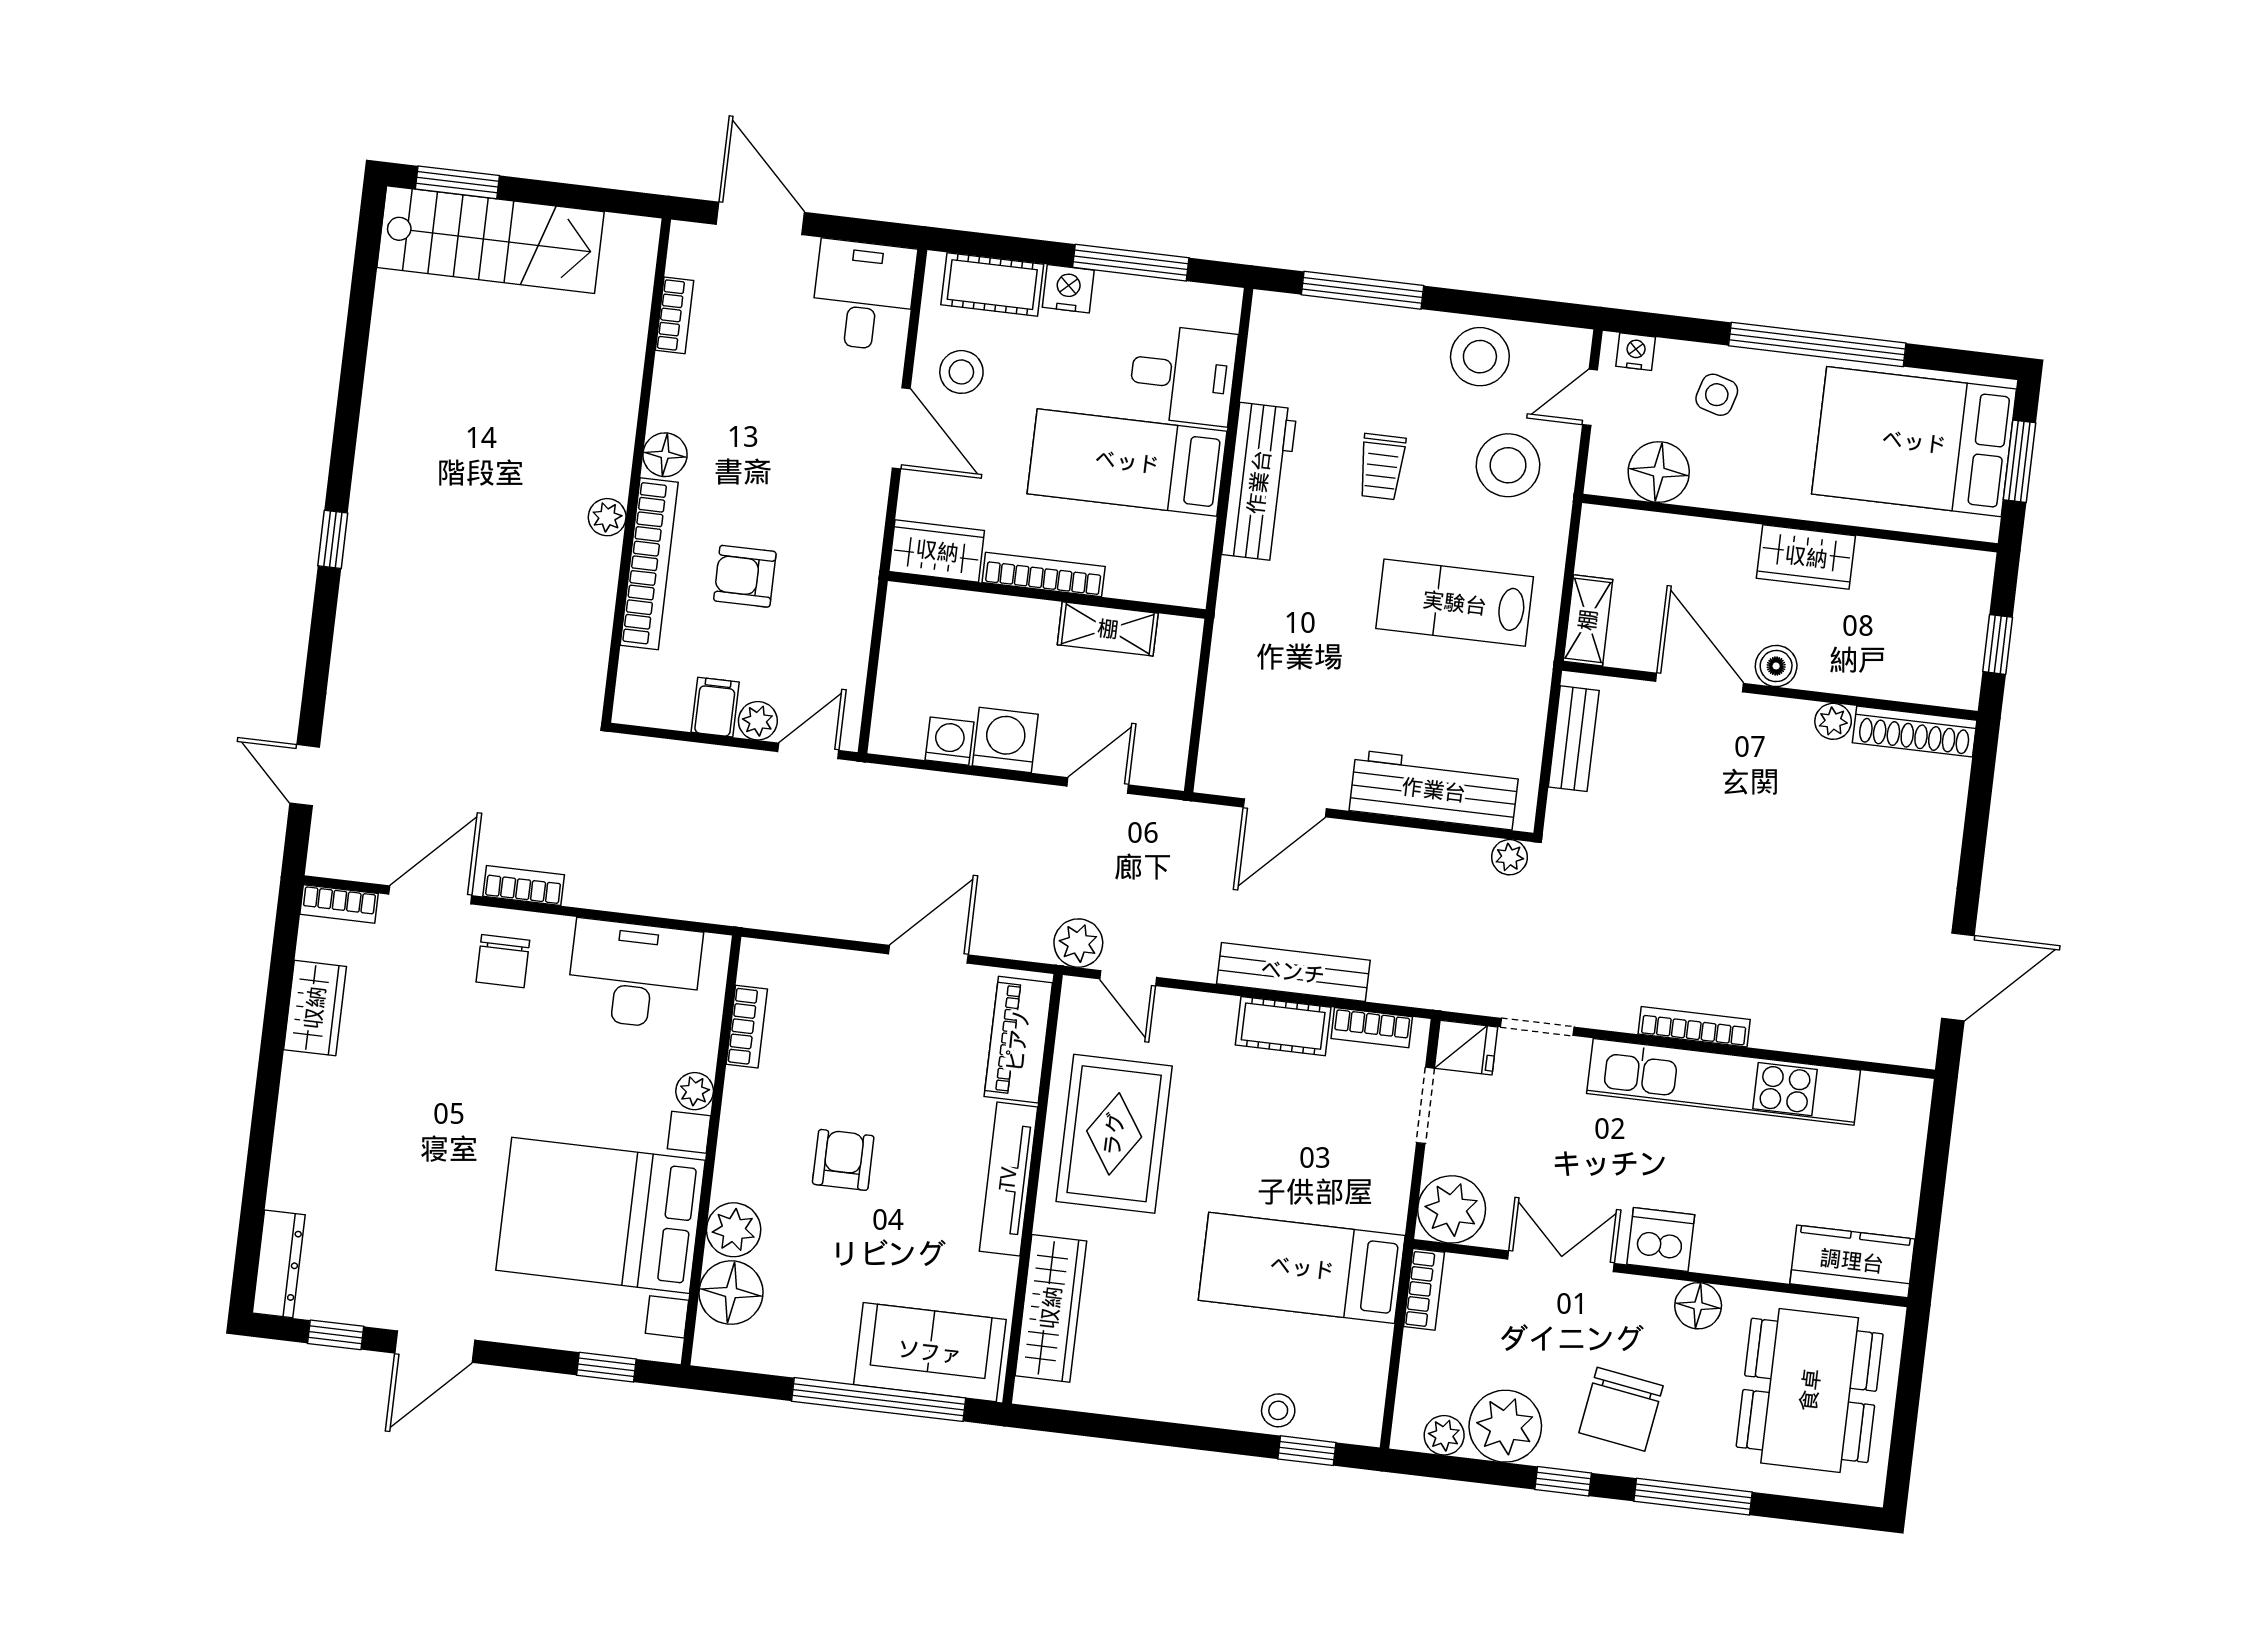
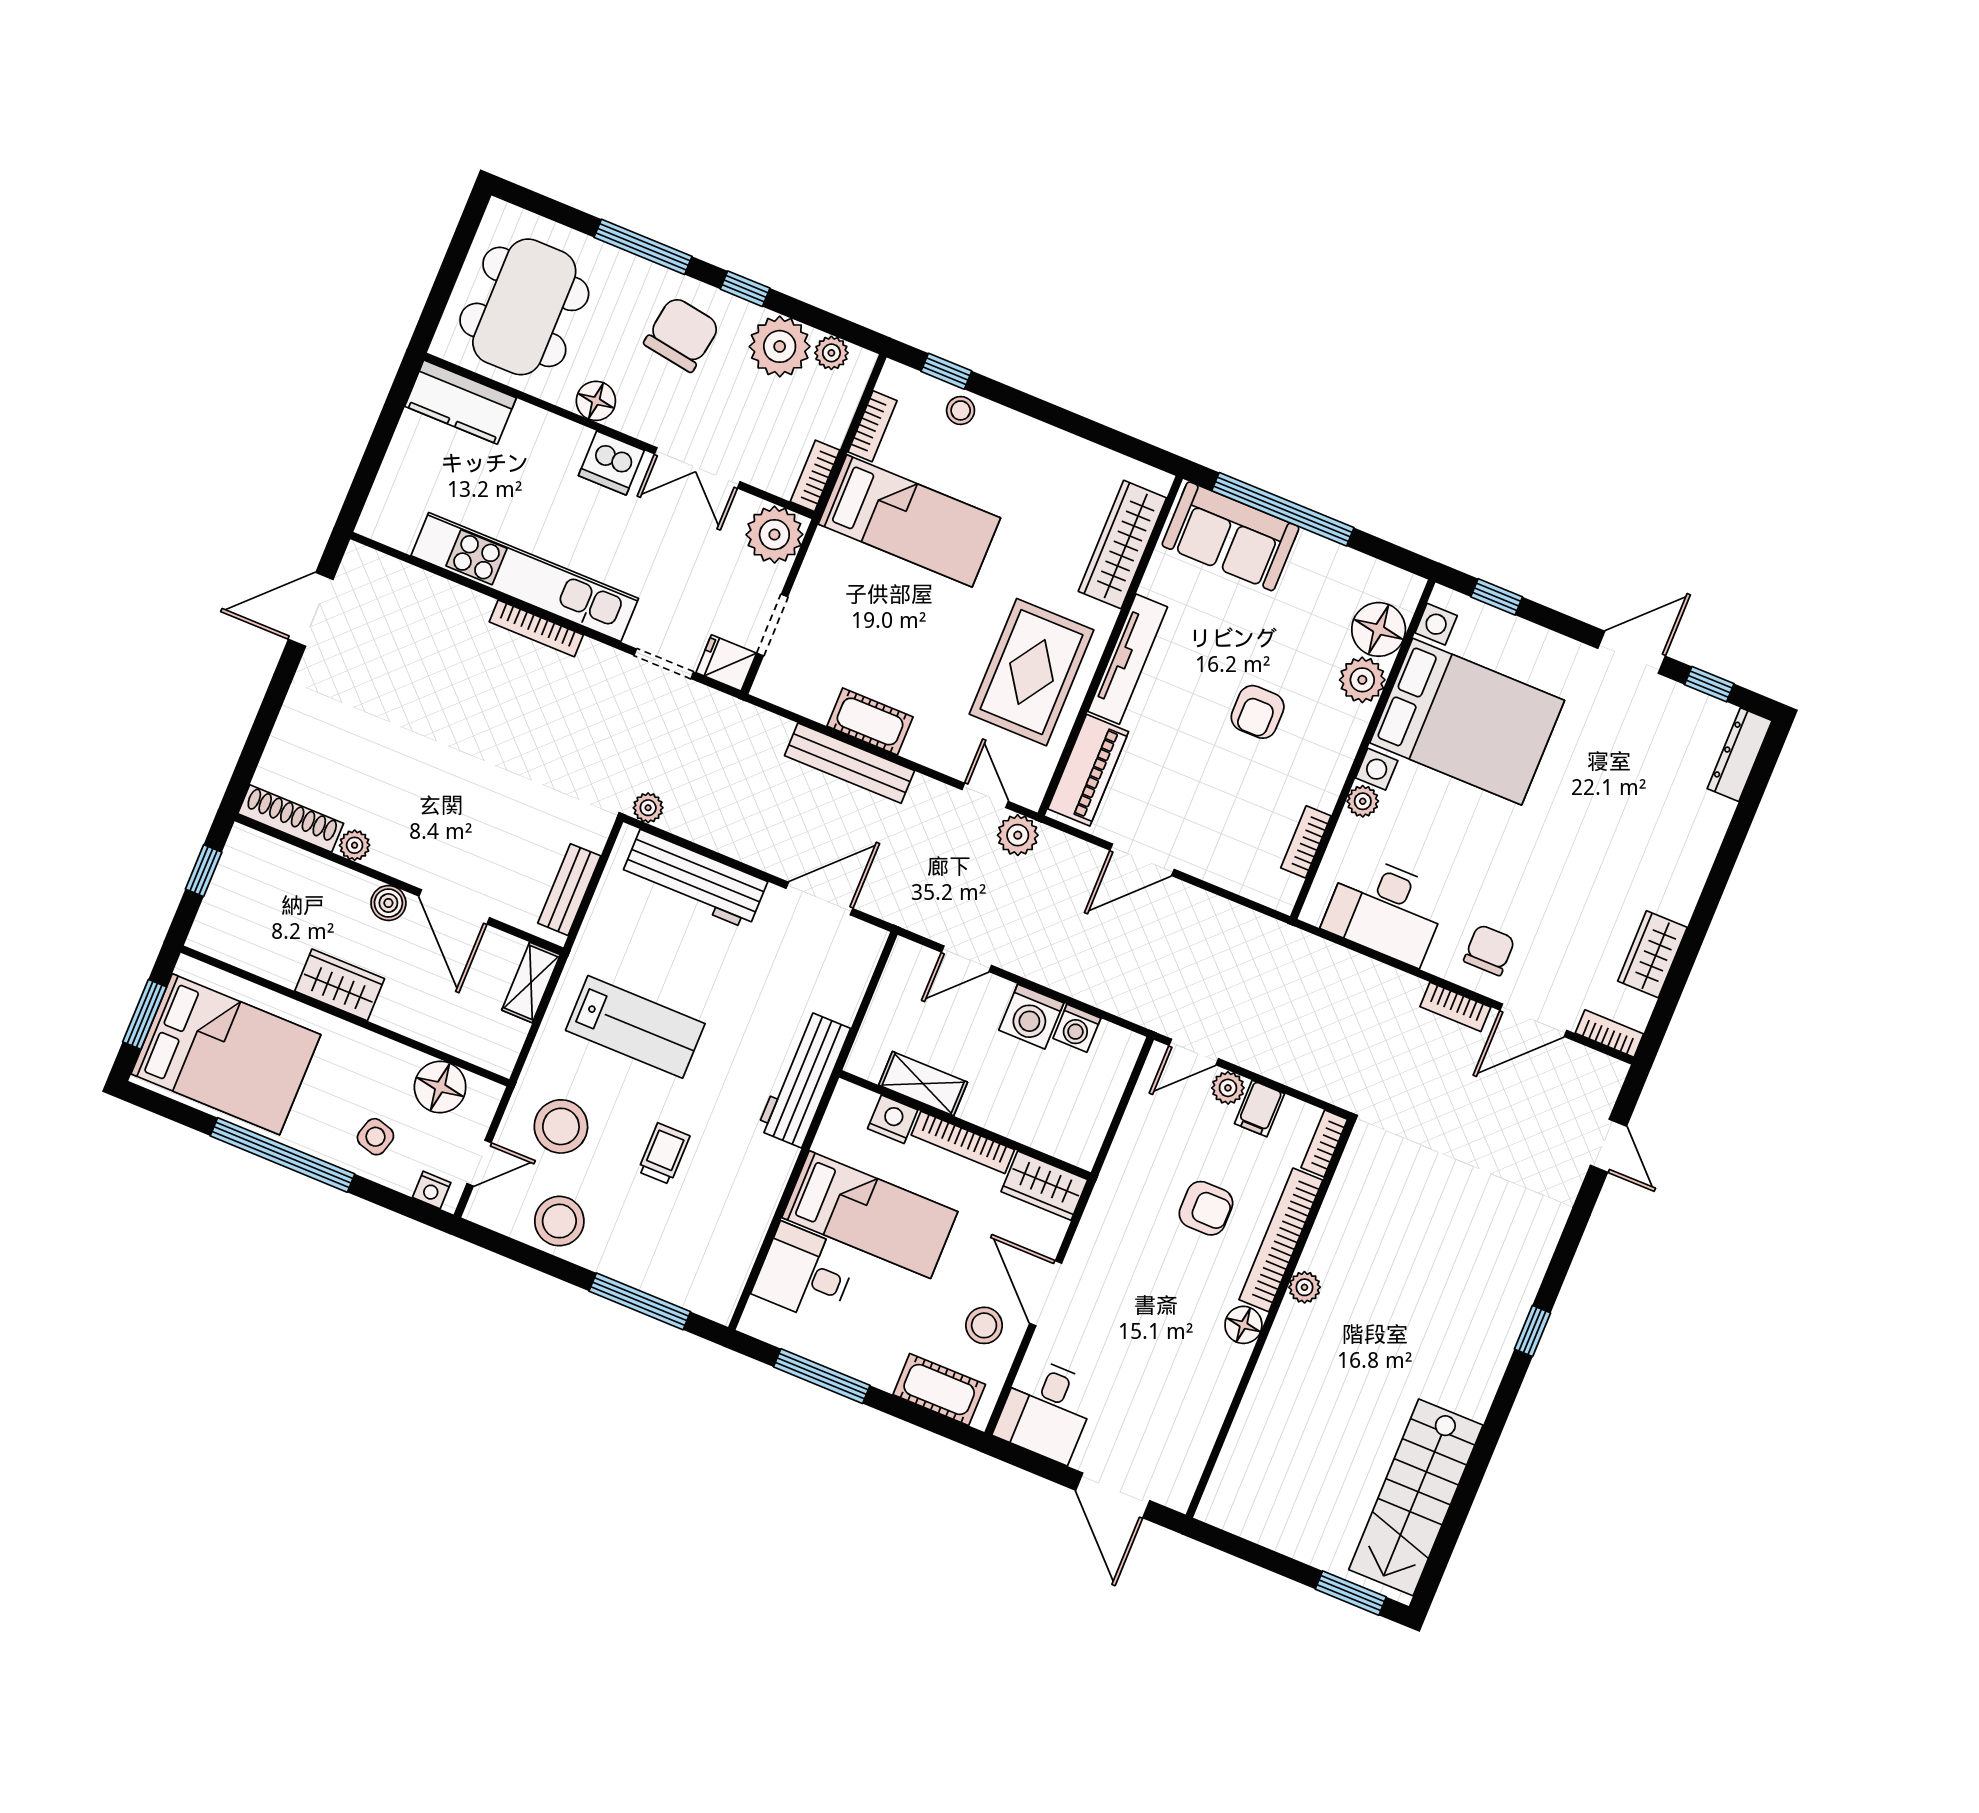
stairs: (491, 240) -> (1416, 1497), moved, turned -90
nightstand: (1068, 289) -> (893, 1119), moved, turned 180
bookcase: (674, 315) -> (1324, 1144), moved
workbench: (1259, 482) -> (804, 1079), moved
bookcase: (1372, 1028) -> (873, 426), moved, turned 90

